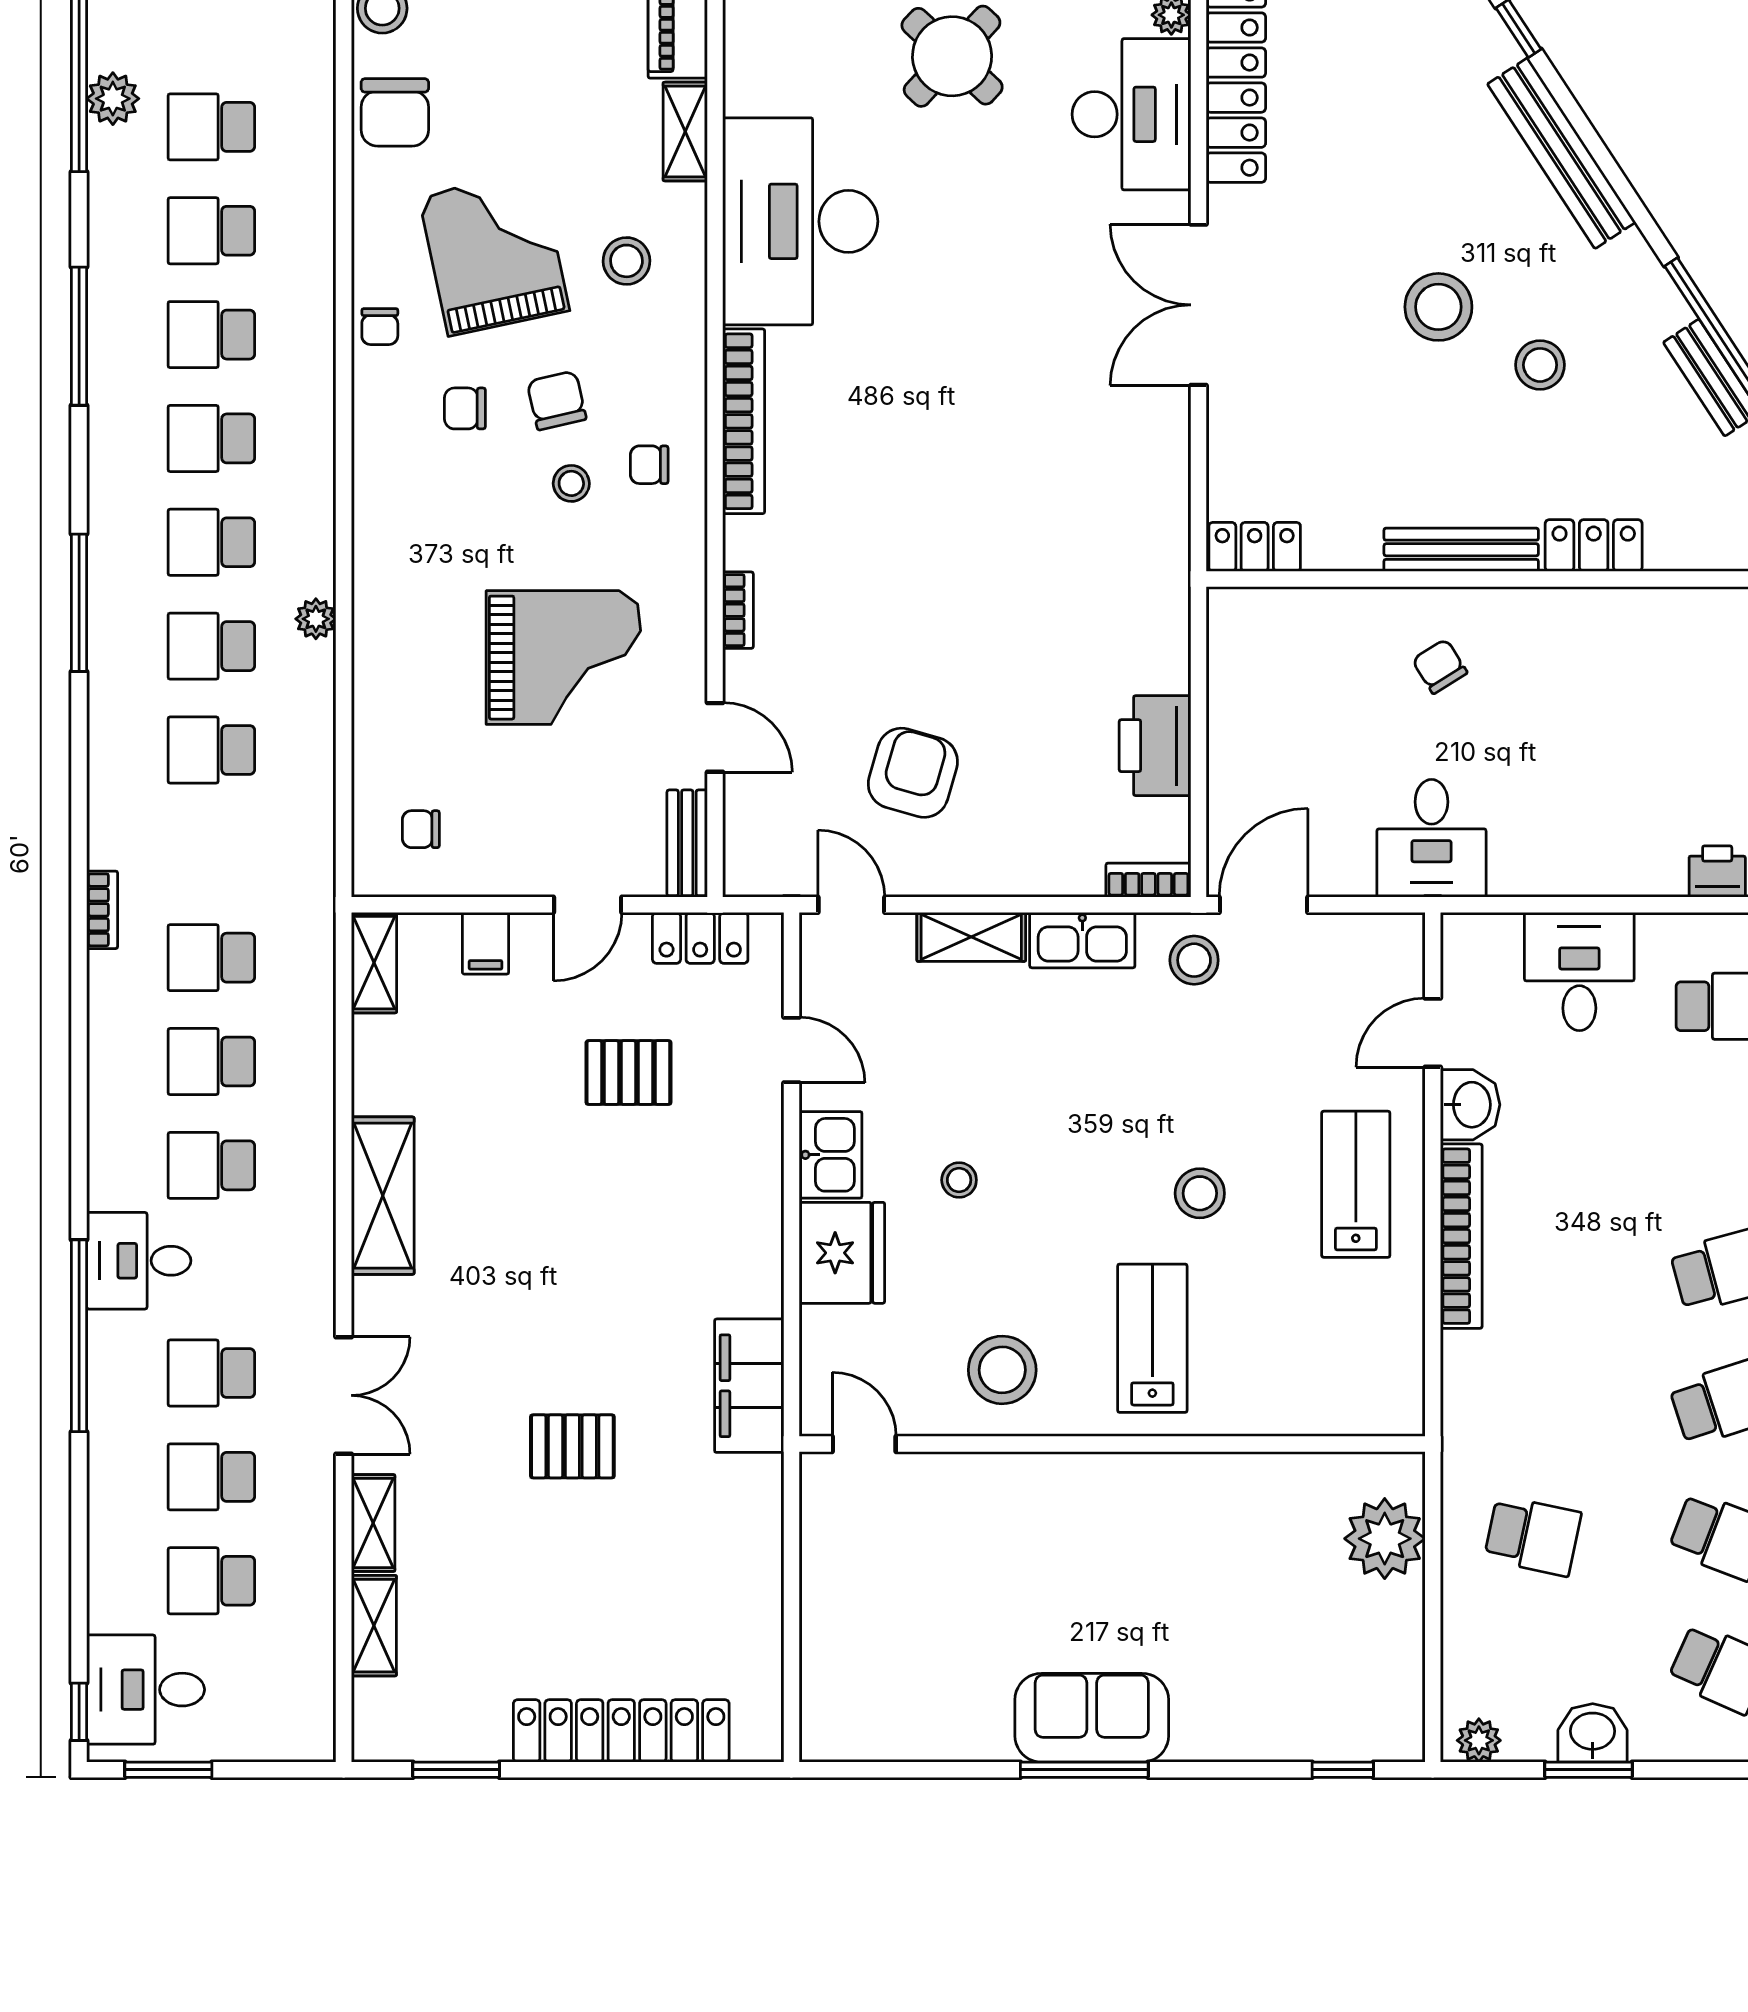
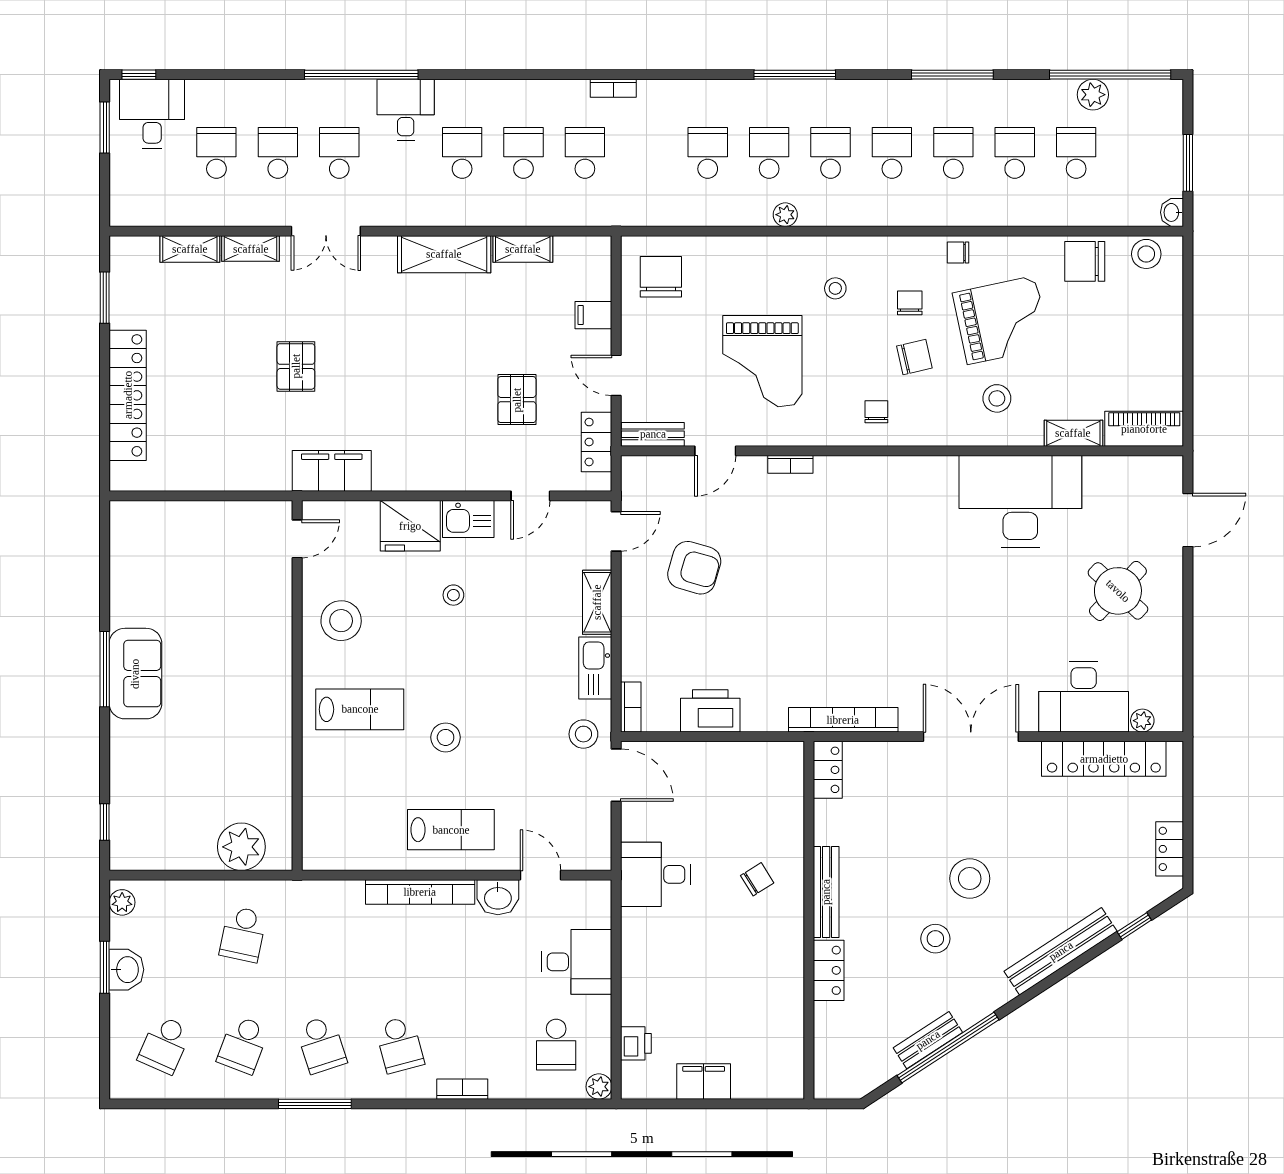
bookcase: (744, 421) -> (843, 720), moved, turned 180
stool: (571, 483) -> (835, 288), moved
chair: (421, 829) -> (661, 277), width x1.87, depth x1.87
shelving: (374, 963) -> (523, 249), moved

